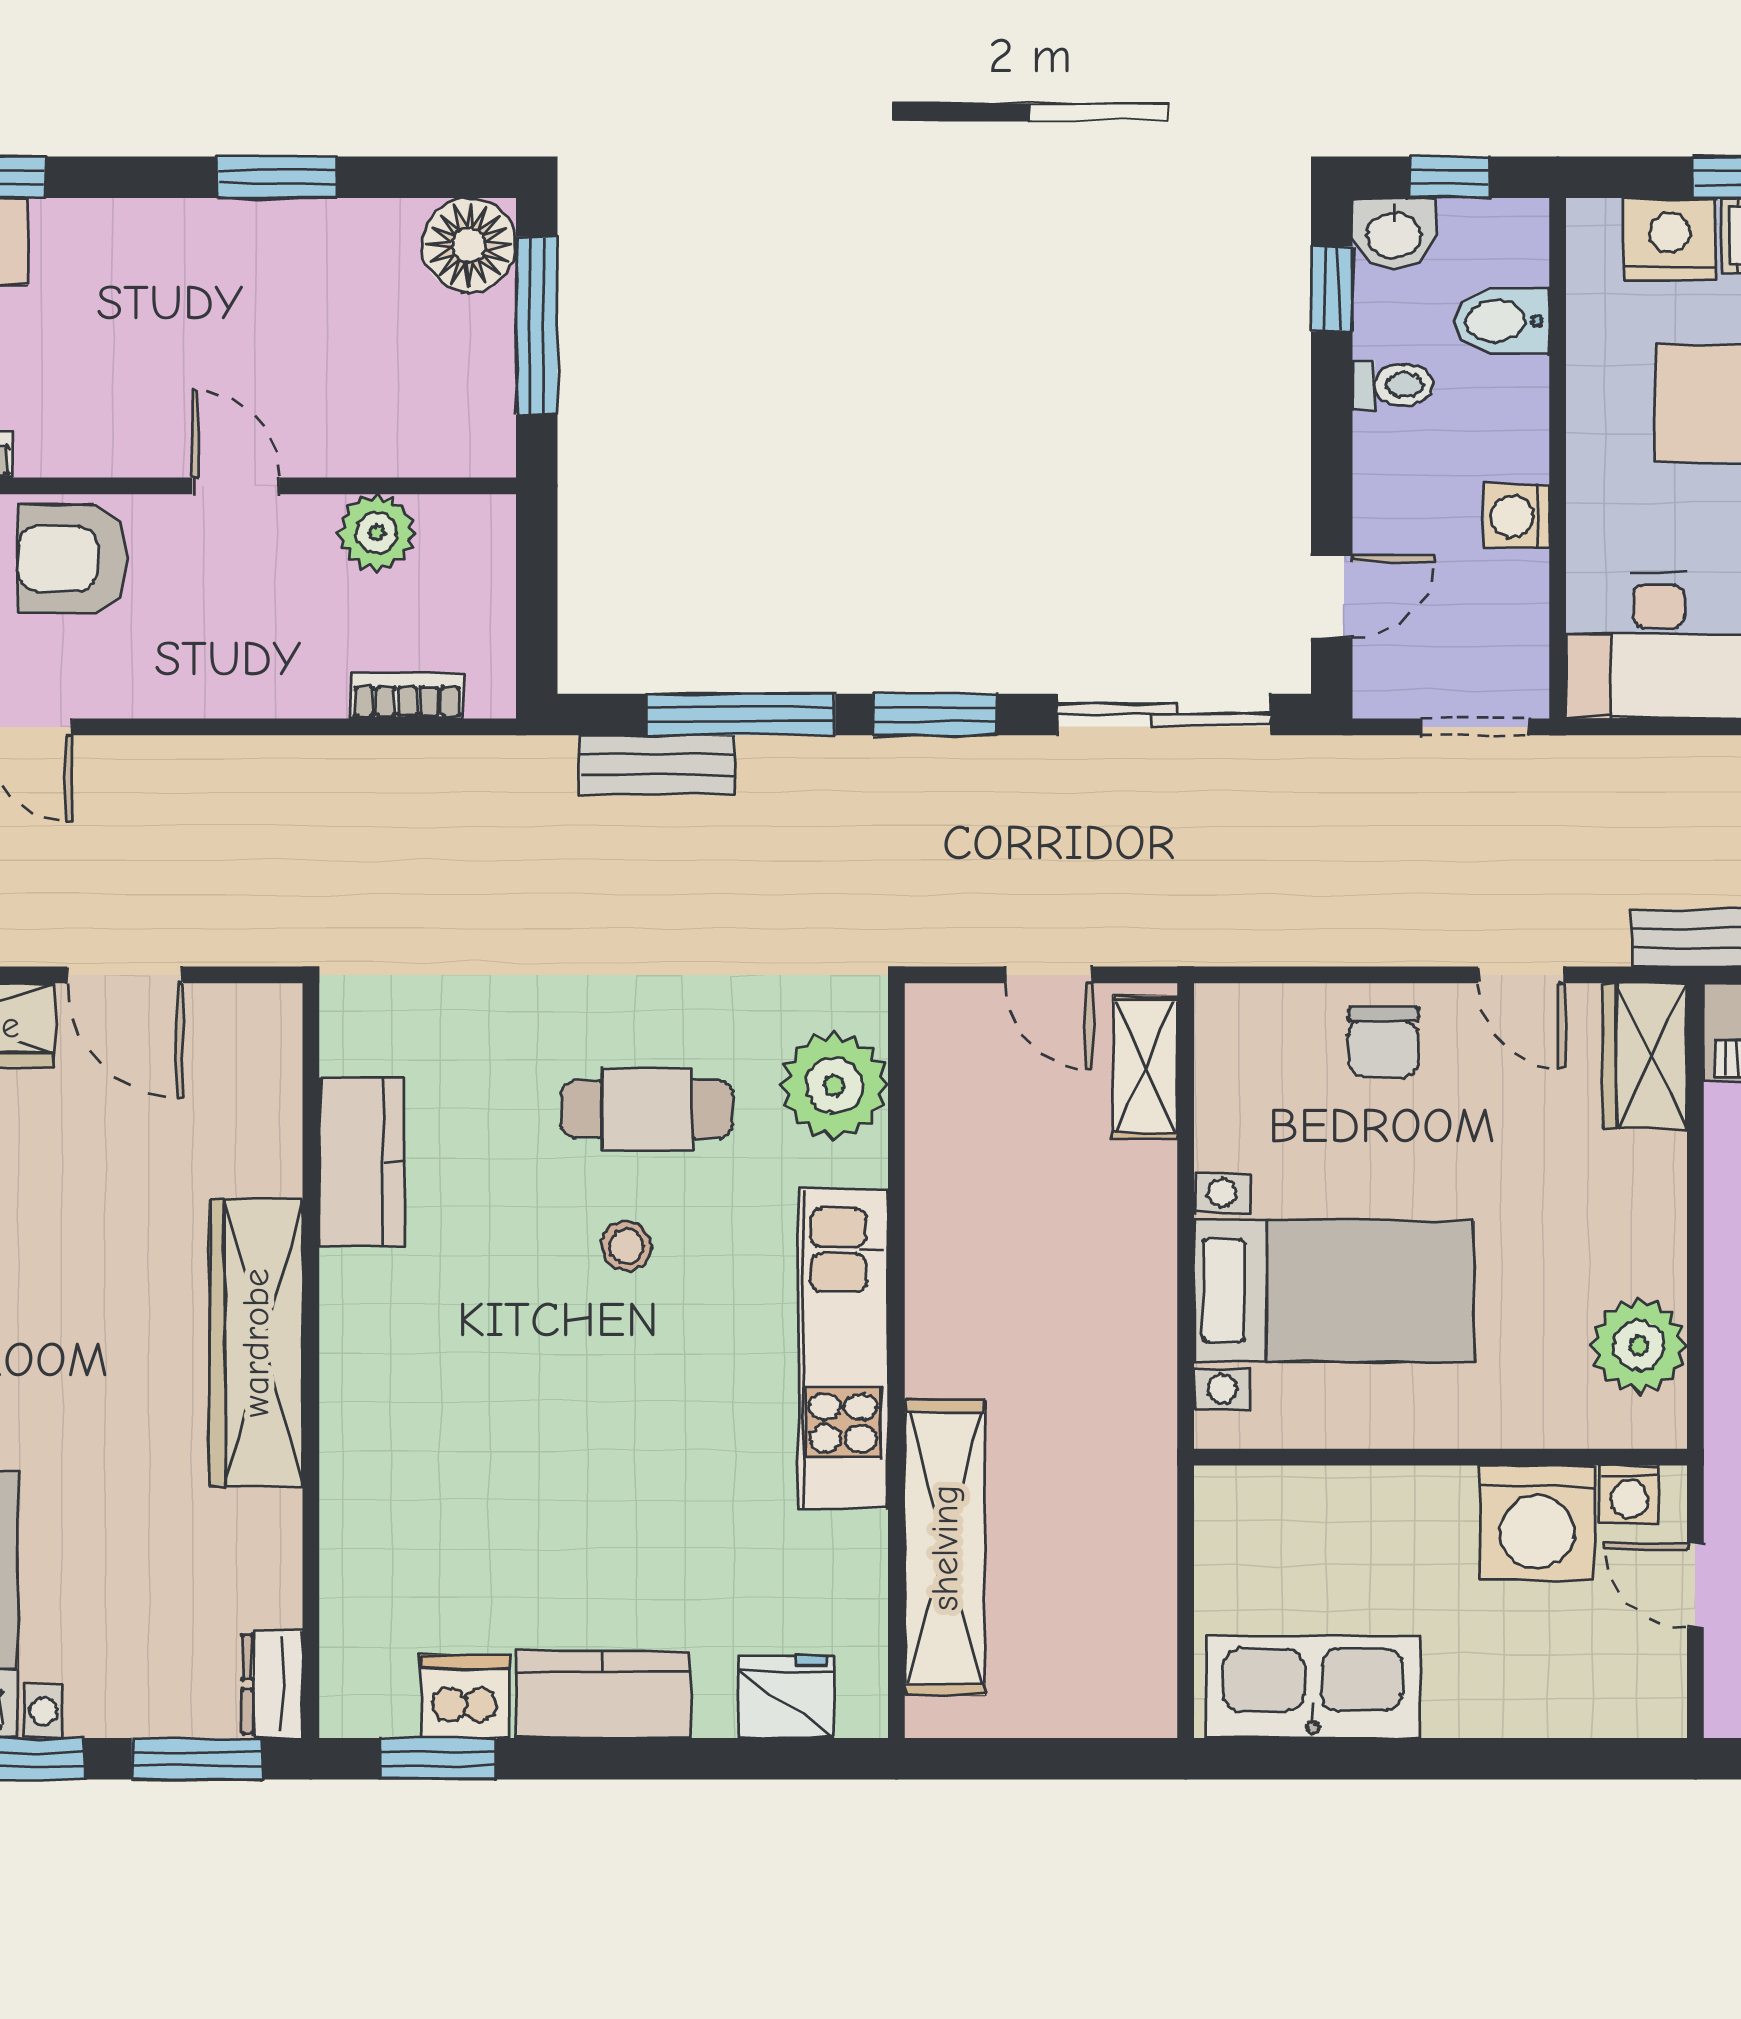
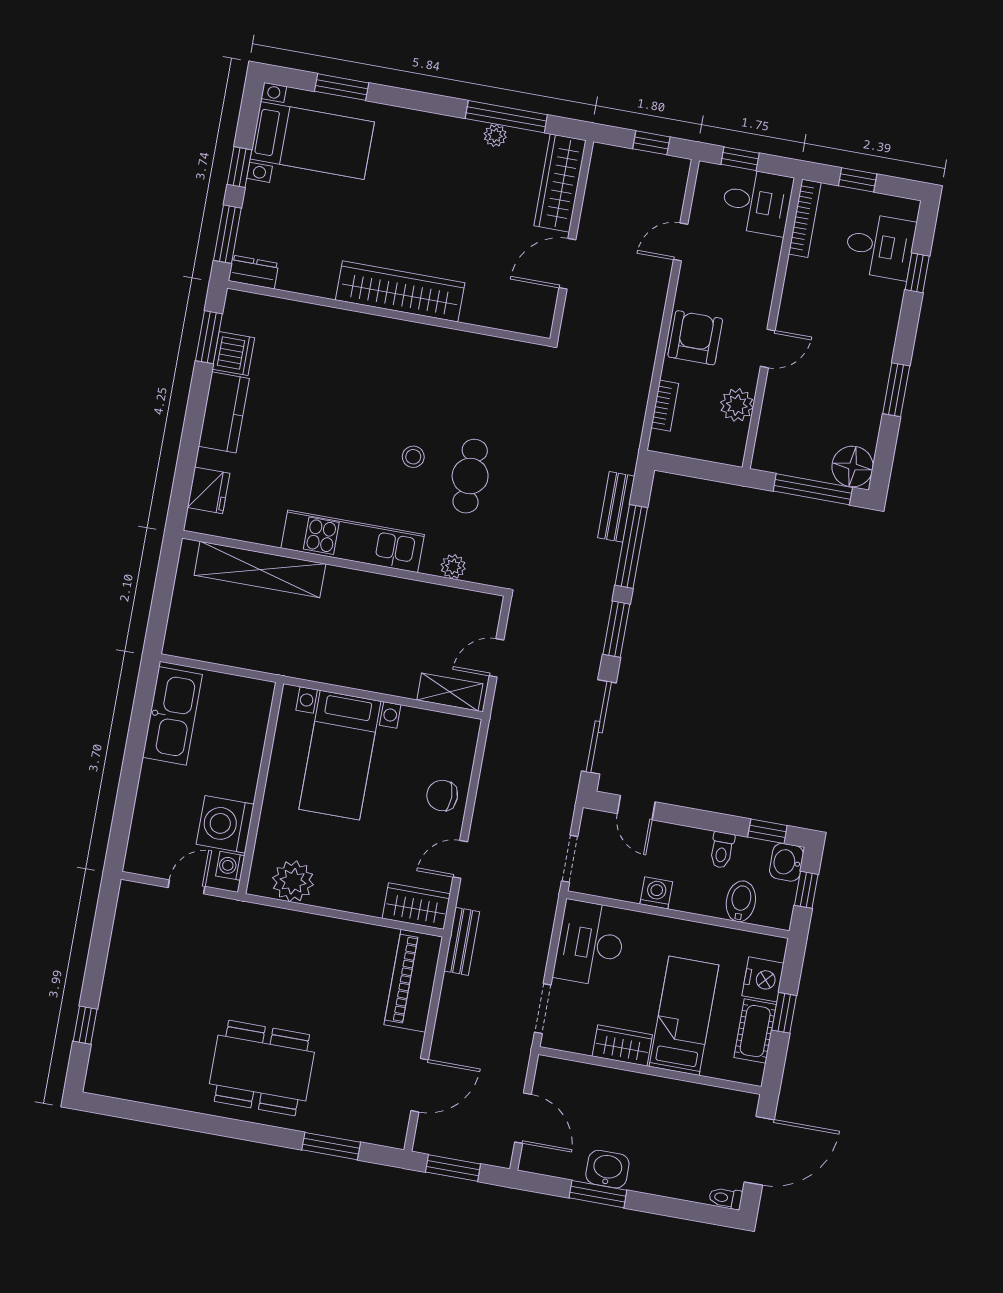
armchair: (73, 559) -> (695, 338), moved
plant: (834, 1085) -> (453, 567), width x0.53, depth x0.53
kitchen counter: (361, 1162) -> (470, 350), removed

